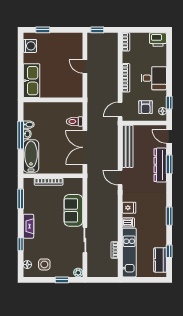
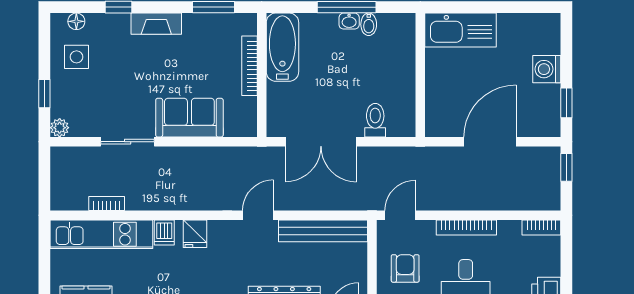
window: (43, 30) -> (566, 103), moved
washing machine: (30, 46) -> (547, 69), moved, turned 90
door: (85, 67) -> (490, 142), width x1.88
armchair: (146, 107) -> (405, 268), turned 90
door: (120, 110) -> (400, 215), hinge flipped
double door: (85, 147) -> (321, 142), swing flipped
bathtub: (31, 156) -> (282, 47), moved, turned -90

